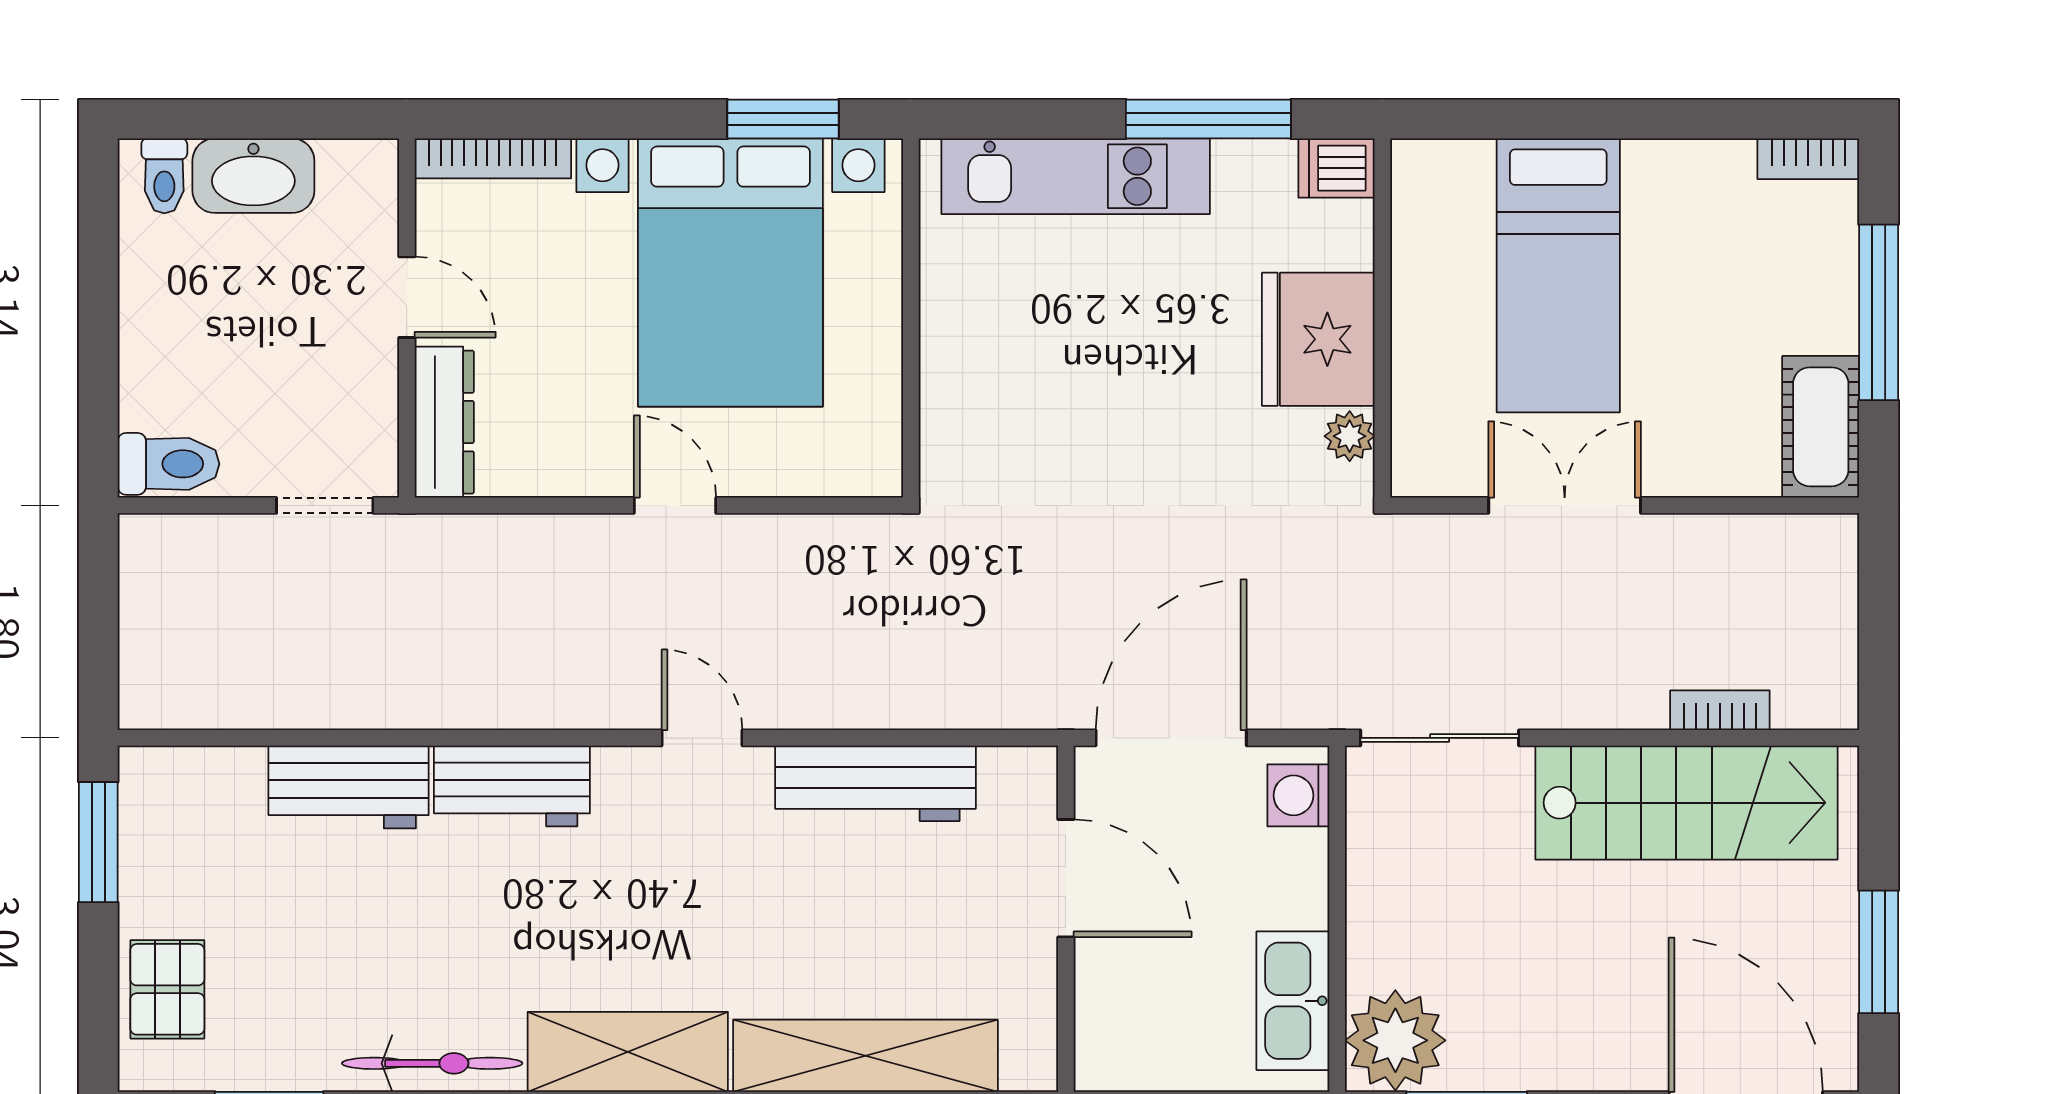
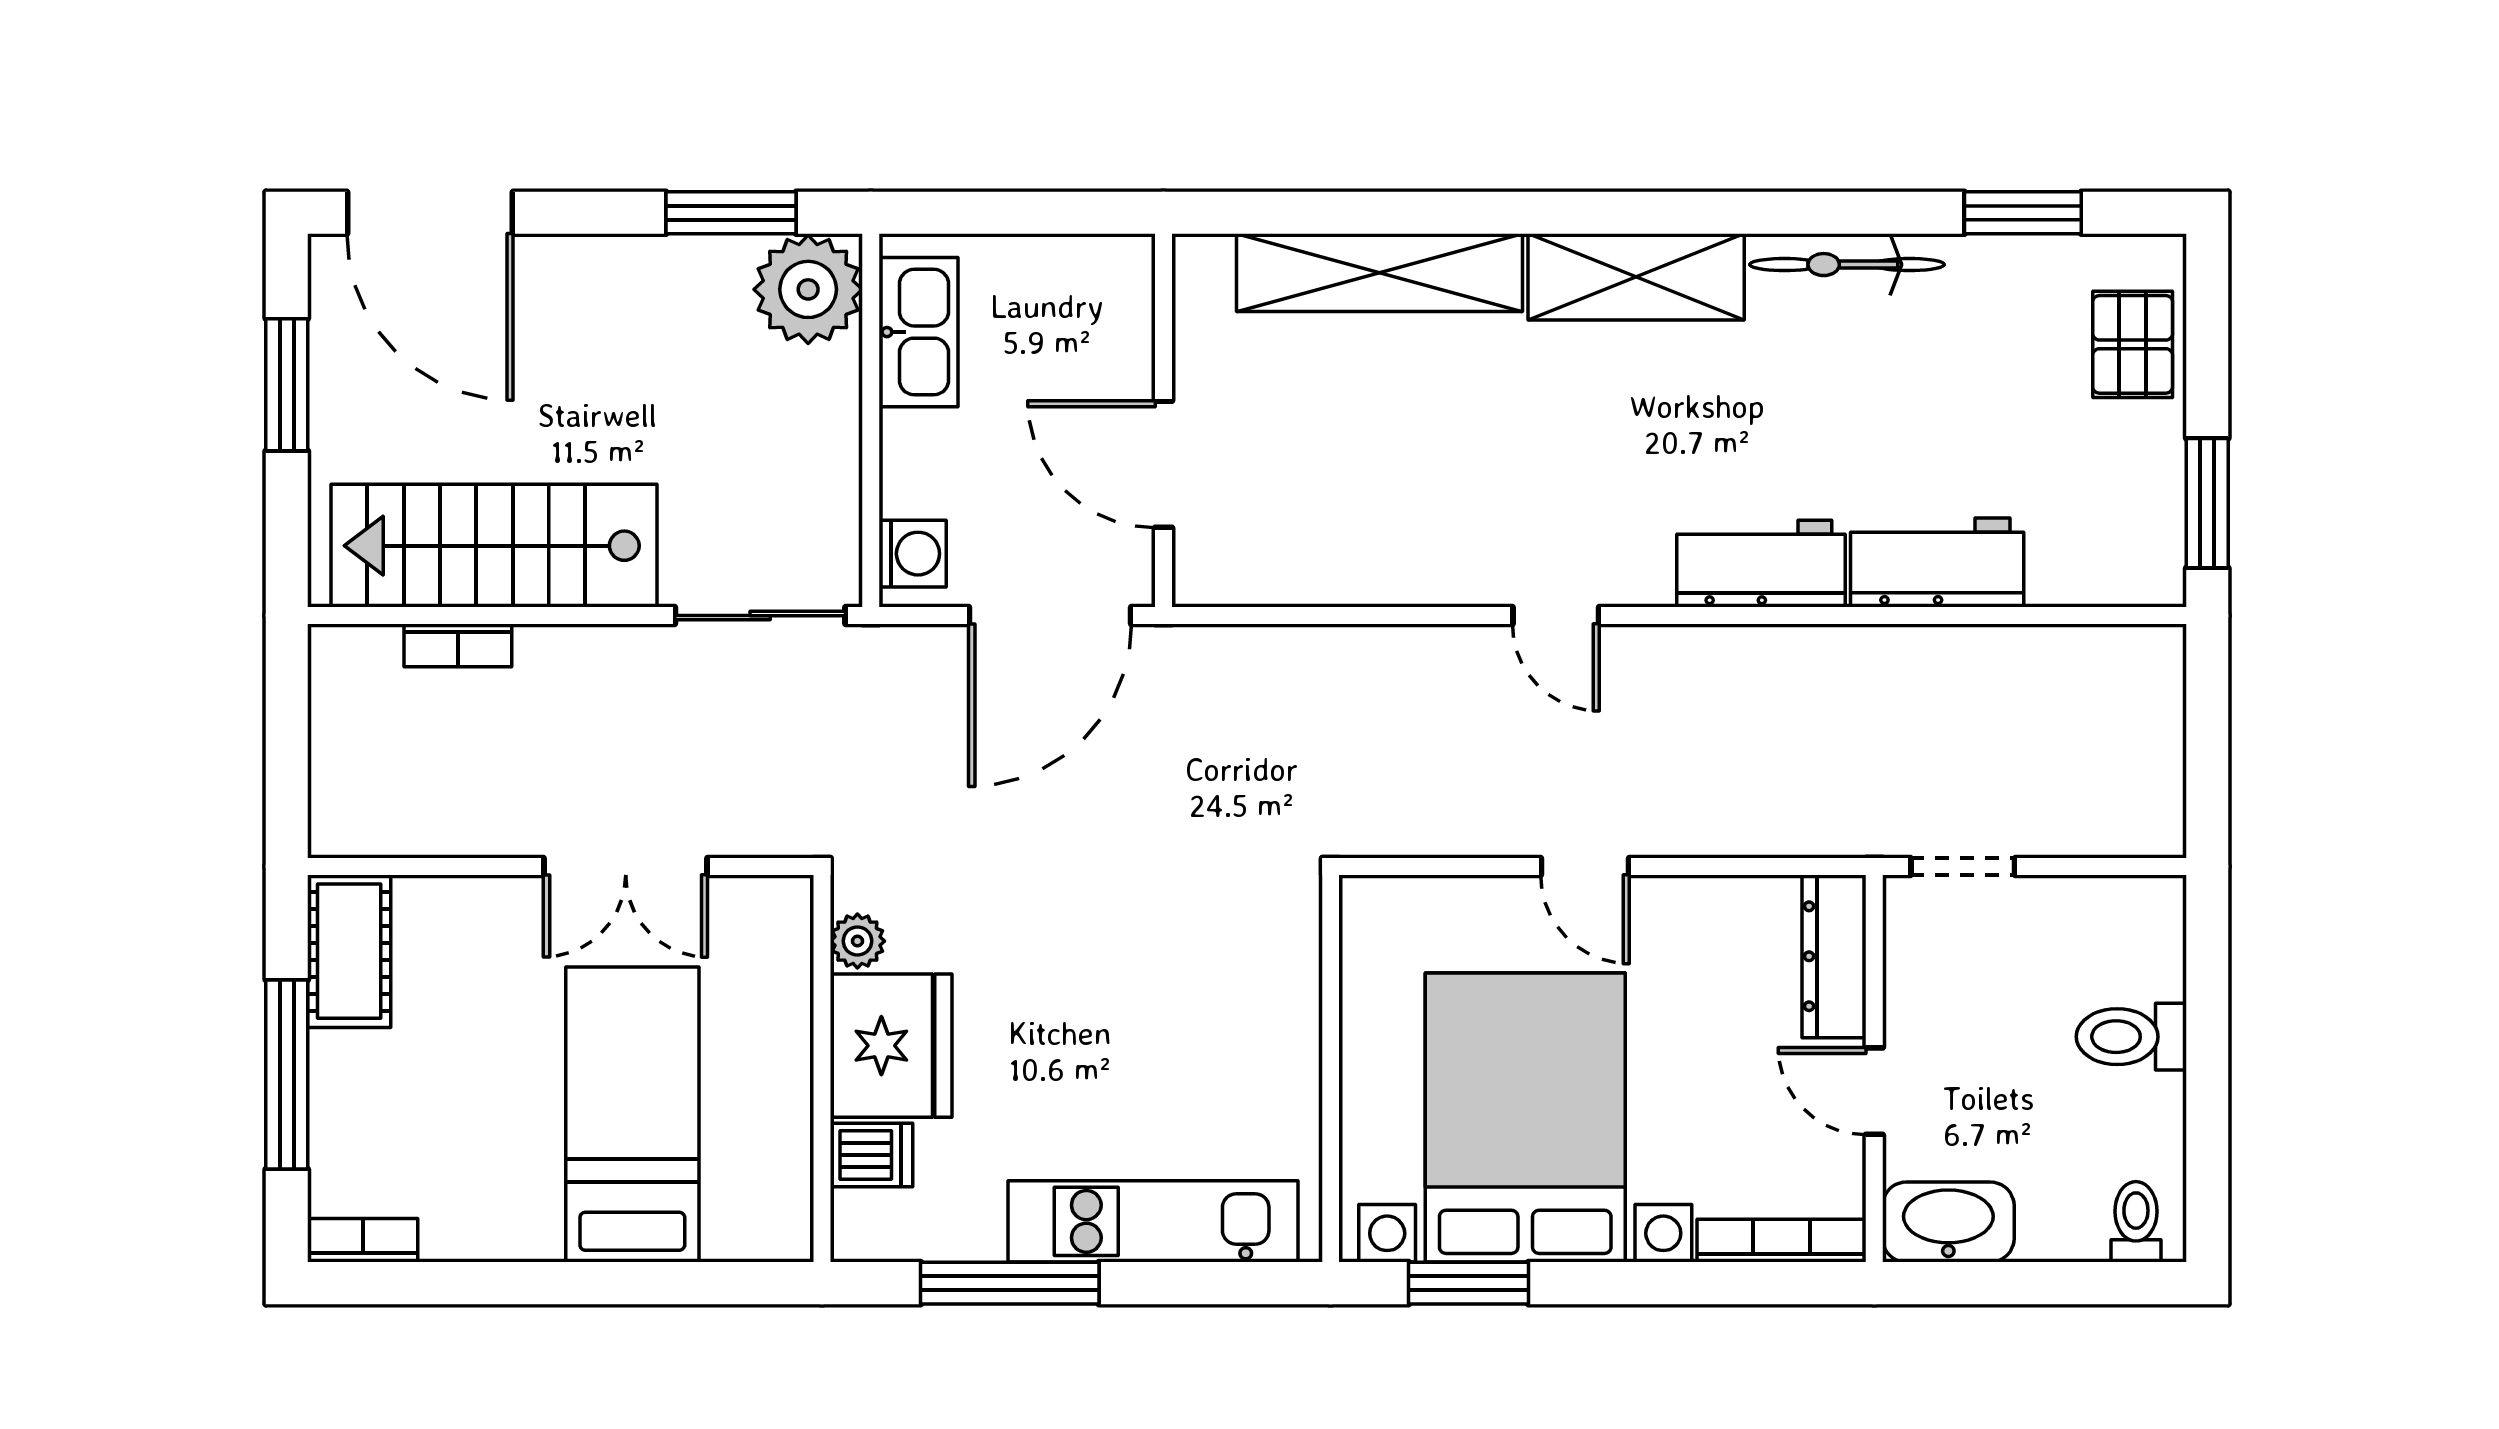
dishwasher: (1337, 168) -> (872, 1155), moved
washbasin: (253, 176) -> (1948, 1222), moved
toilet: (168, 464) -> (2131, 1037), moved
workbench: (875, 783) -> (1369, 567), removed

